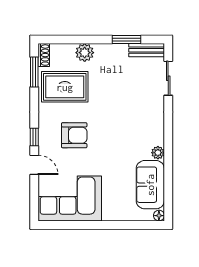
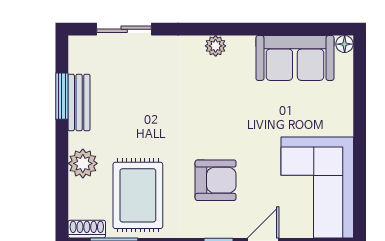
bench: (147, 50) -> (79, 102), moved
armchair: (74, 135) -> (216, 180), turned 90
plant: (158, 153) -> (216, 46), moved

